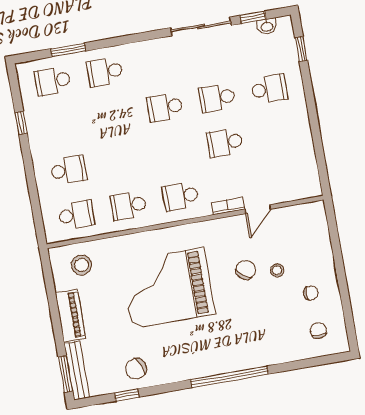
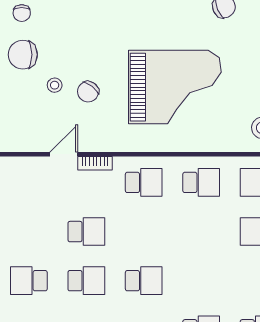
chair: (311, 293) -> (23, 55), width x1.87, depth x1.87

